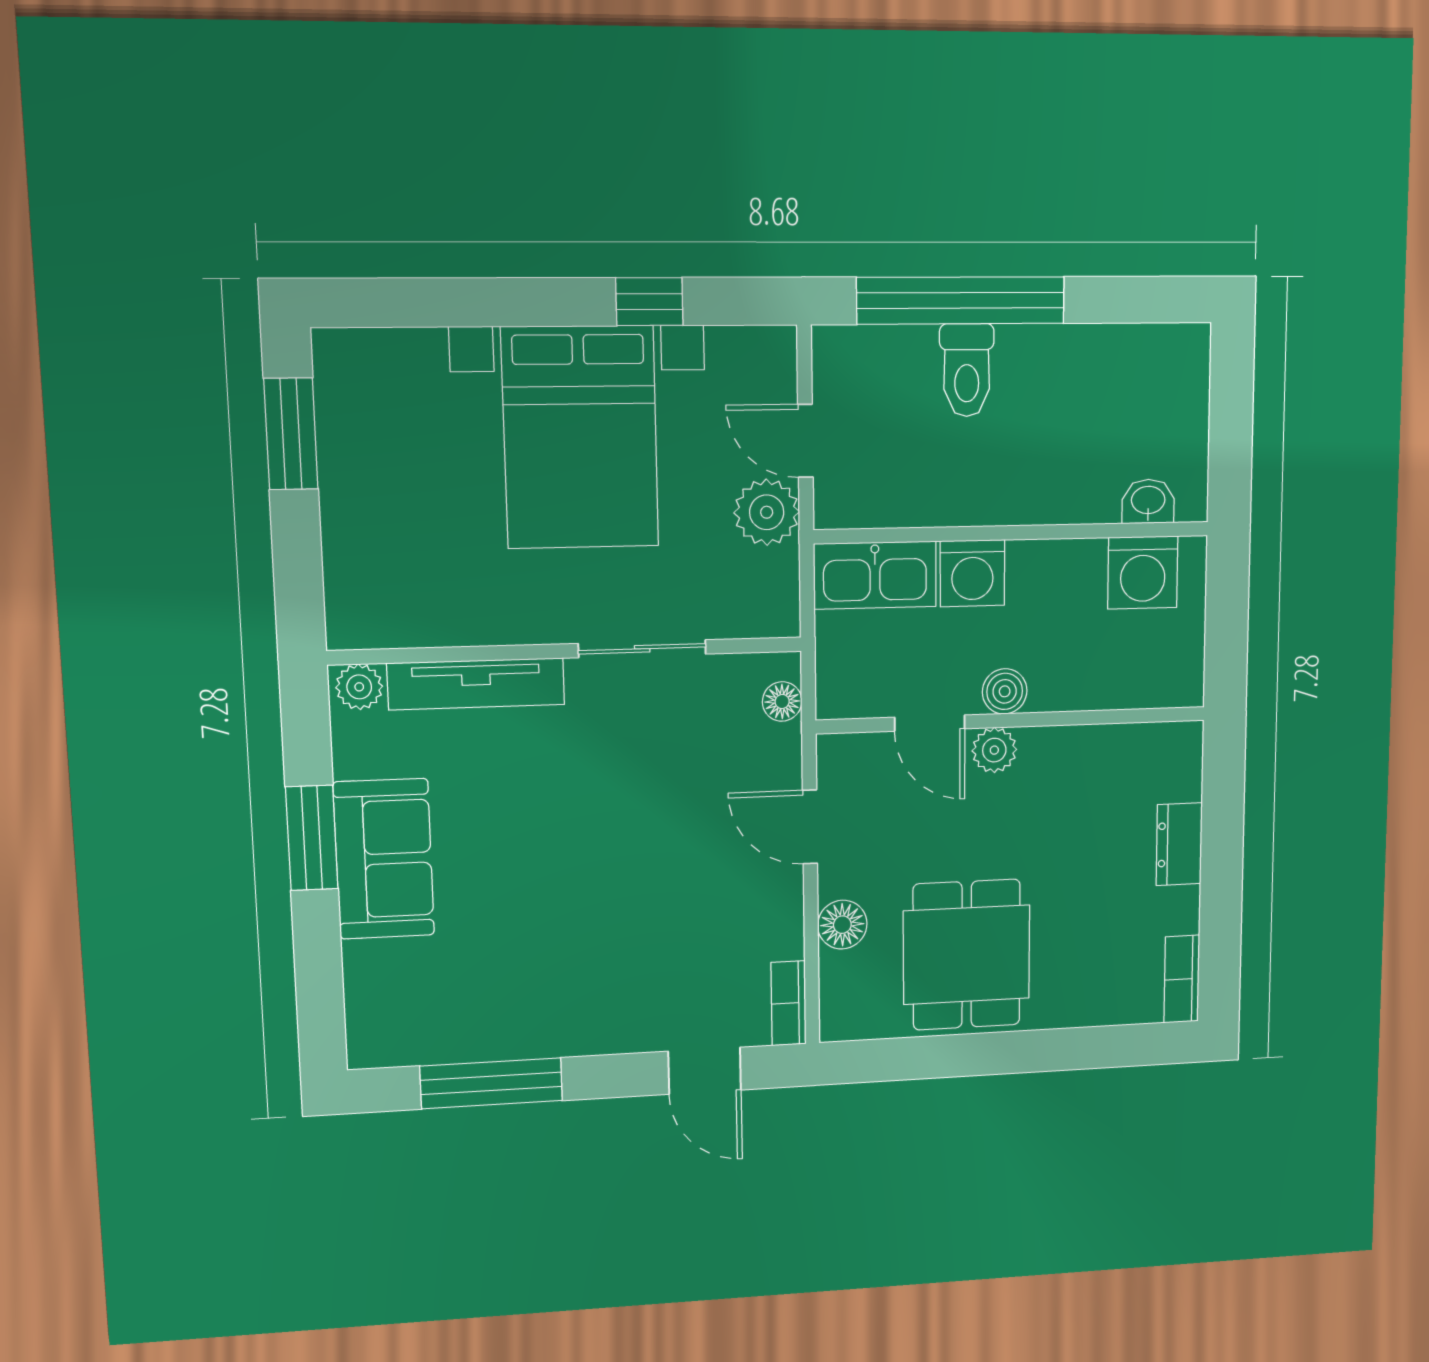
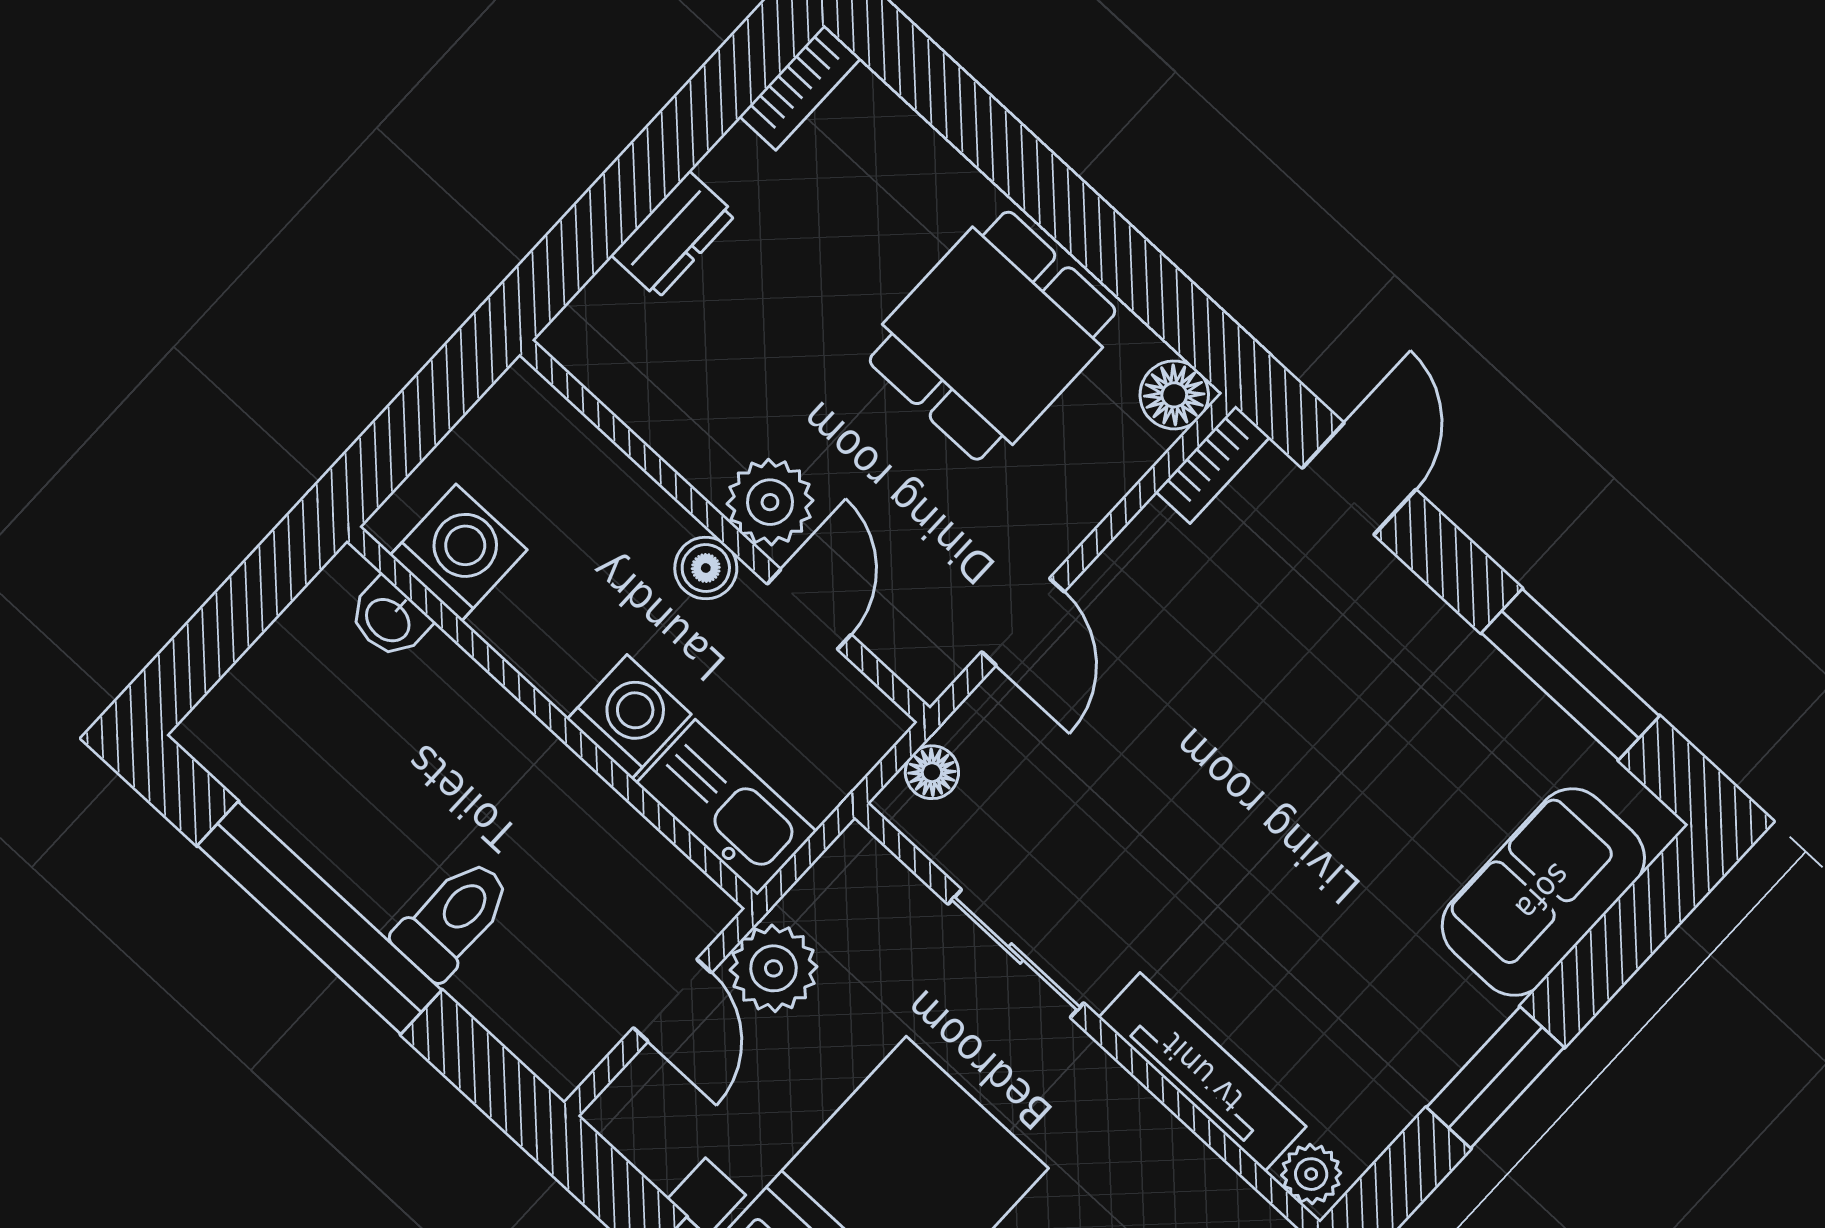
window: (961, 300) -> (319, 918), moved
plant: (994, 750) -> (770, 502), width x1.38, depth x1.38
sofa: (384, 859) -> (1543, 892), moved
floor lamp: (842, 925) -> (1174, 395), moved

